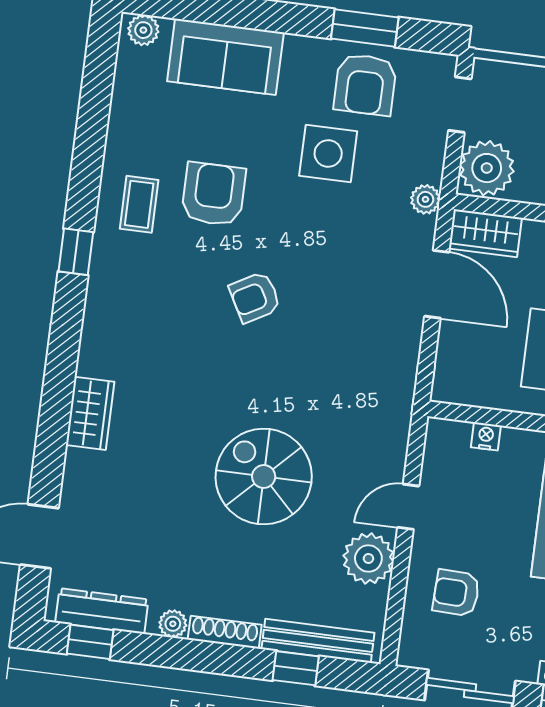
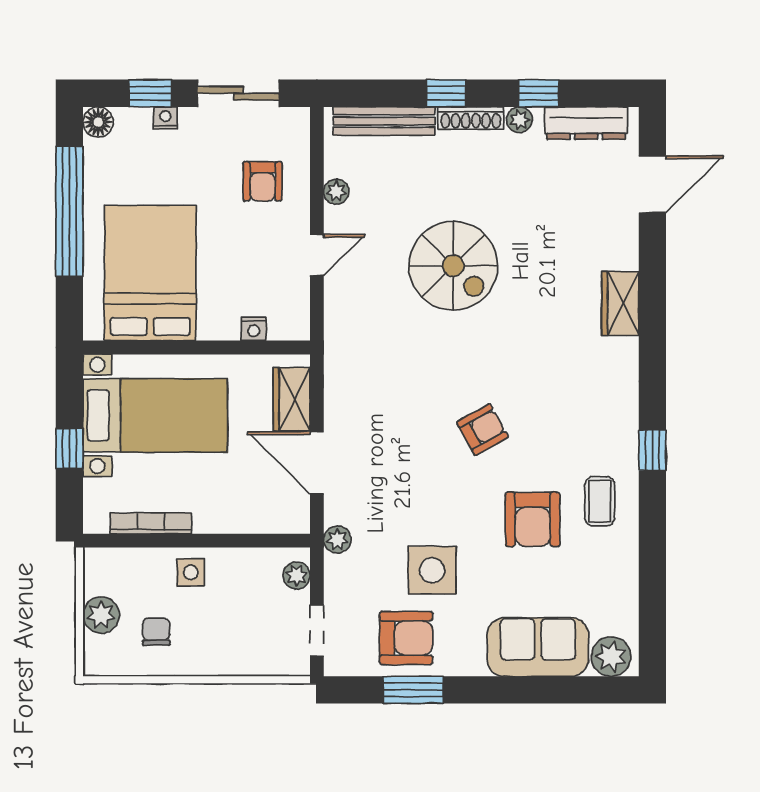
plant: (143, 30) -> (611, 657), width x1.38, depth x1.38
armchair: (365, 85) -> (406, 638), turned 90
plant: (487, 168) -> (296, 576), width x0.53, depth x0.53
wardrobe: (485, 233) -> (292, 399), moved, turned -90
plant: (368, 559) -> (336, 192), width x0.53, depth x0.53
armchair: (456, 593) -> (263, 181), turned 88
window: (90, 642) -> (539, 93), moved
window: (296, 668) -> (446, 93), moved

